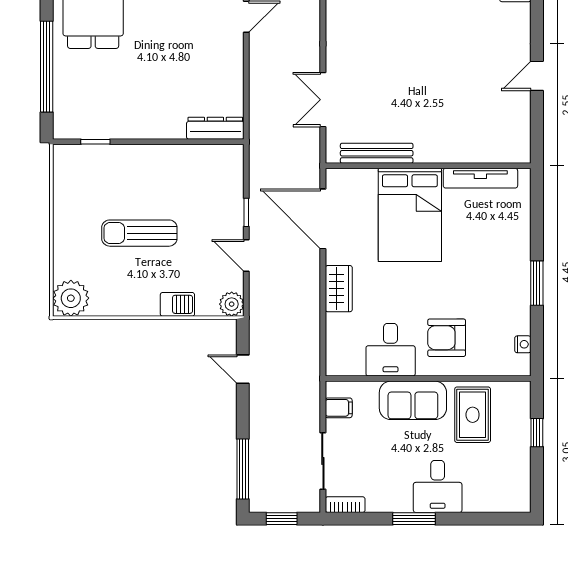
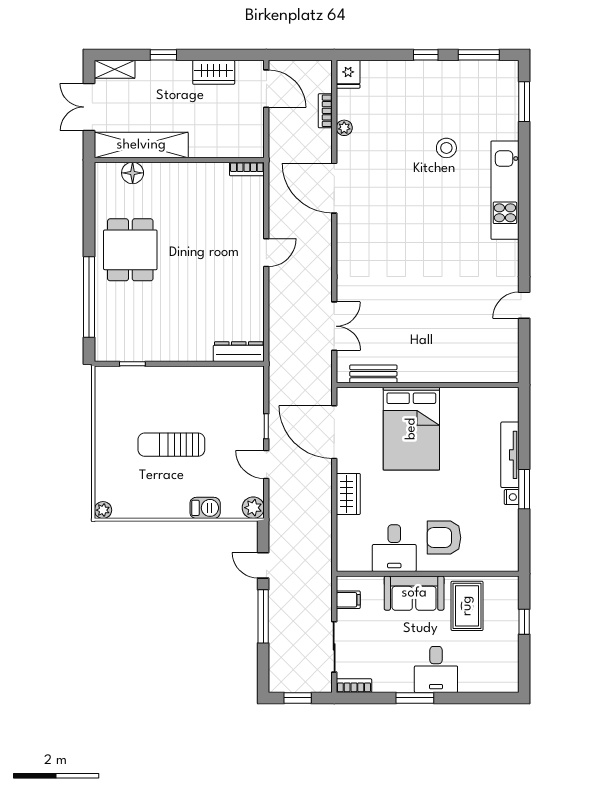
double door: (323, 100) -> (334, 326), swing flipped
bench: (377, 153) -> (373, 374), width x0.73
tv unit: (480, 178) -> (510, 455), moved, turned 90
plant: (71, 298) -> (103, 510), width x0.53, depth x0.53
nightstand: (523, 344) -> (512, 497), moved
window: (243, 469) -> (263, 616), moved

